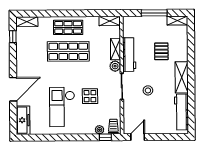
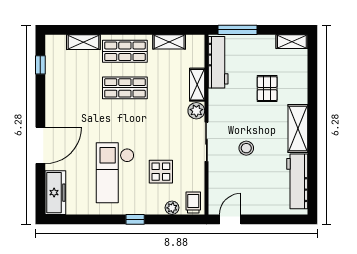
window: (154, 13) -> (237, 30), moved
shelving: (110, 21) -> (169, 42), moved
shelving: (27, 22) -> (83, 42), moved
shop shelf: (68, 51) -> (125, 88), width x0.70, depth x0.74
workbench: (129, 55) -> (218, 62), moved
display table: (90, 96) -> (161, 172), moved
window: (105, 137) -> (135, 219), moved

